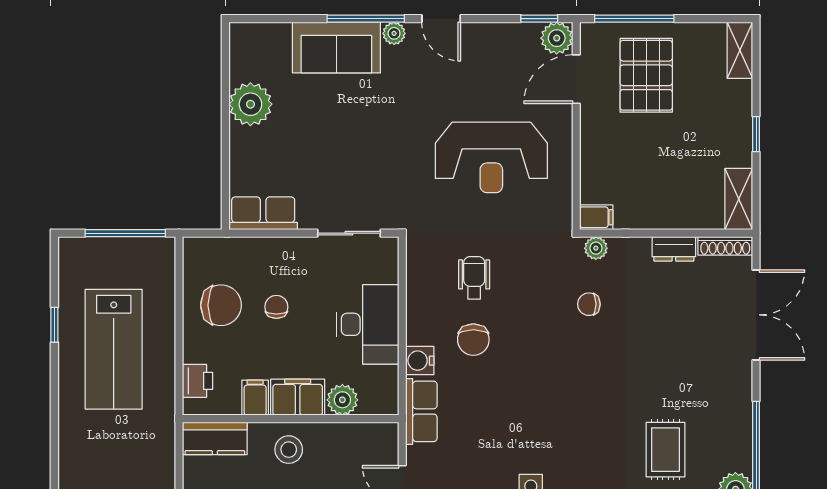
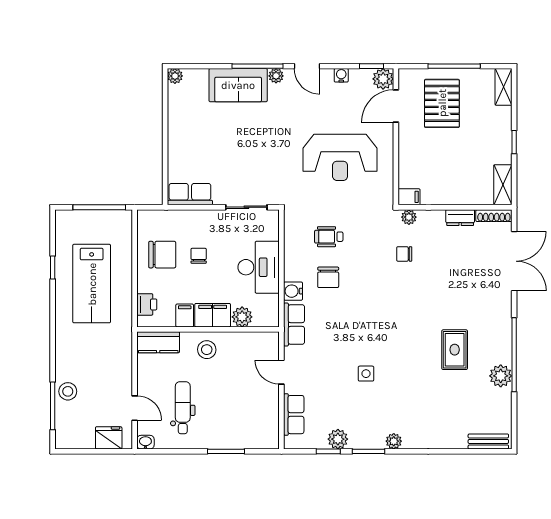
window: (634, 19) -> (454, 66), moved
water cooler: (493, 33) -> (341, 75), added
plant: (250, 104) -> (175, 76), moved, width x0.53, depth x0.53
wheelchair: (474, 278) -> (329, 237), turned -90

